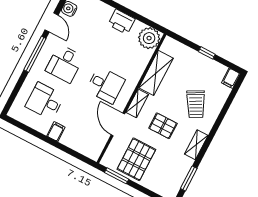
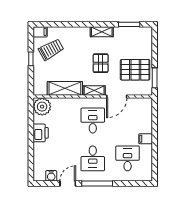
desk: (65, 64) -> (93, 158), turned 90
desk: (45, 101) -> (128, 158), turned 180
trolley: (196, 104) -> (51, 50), moved

